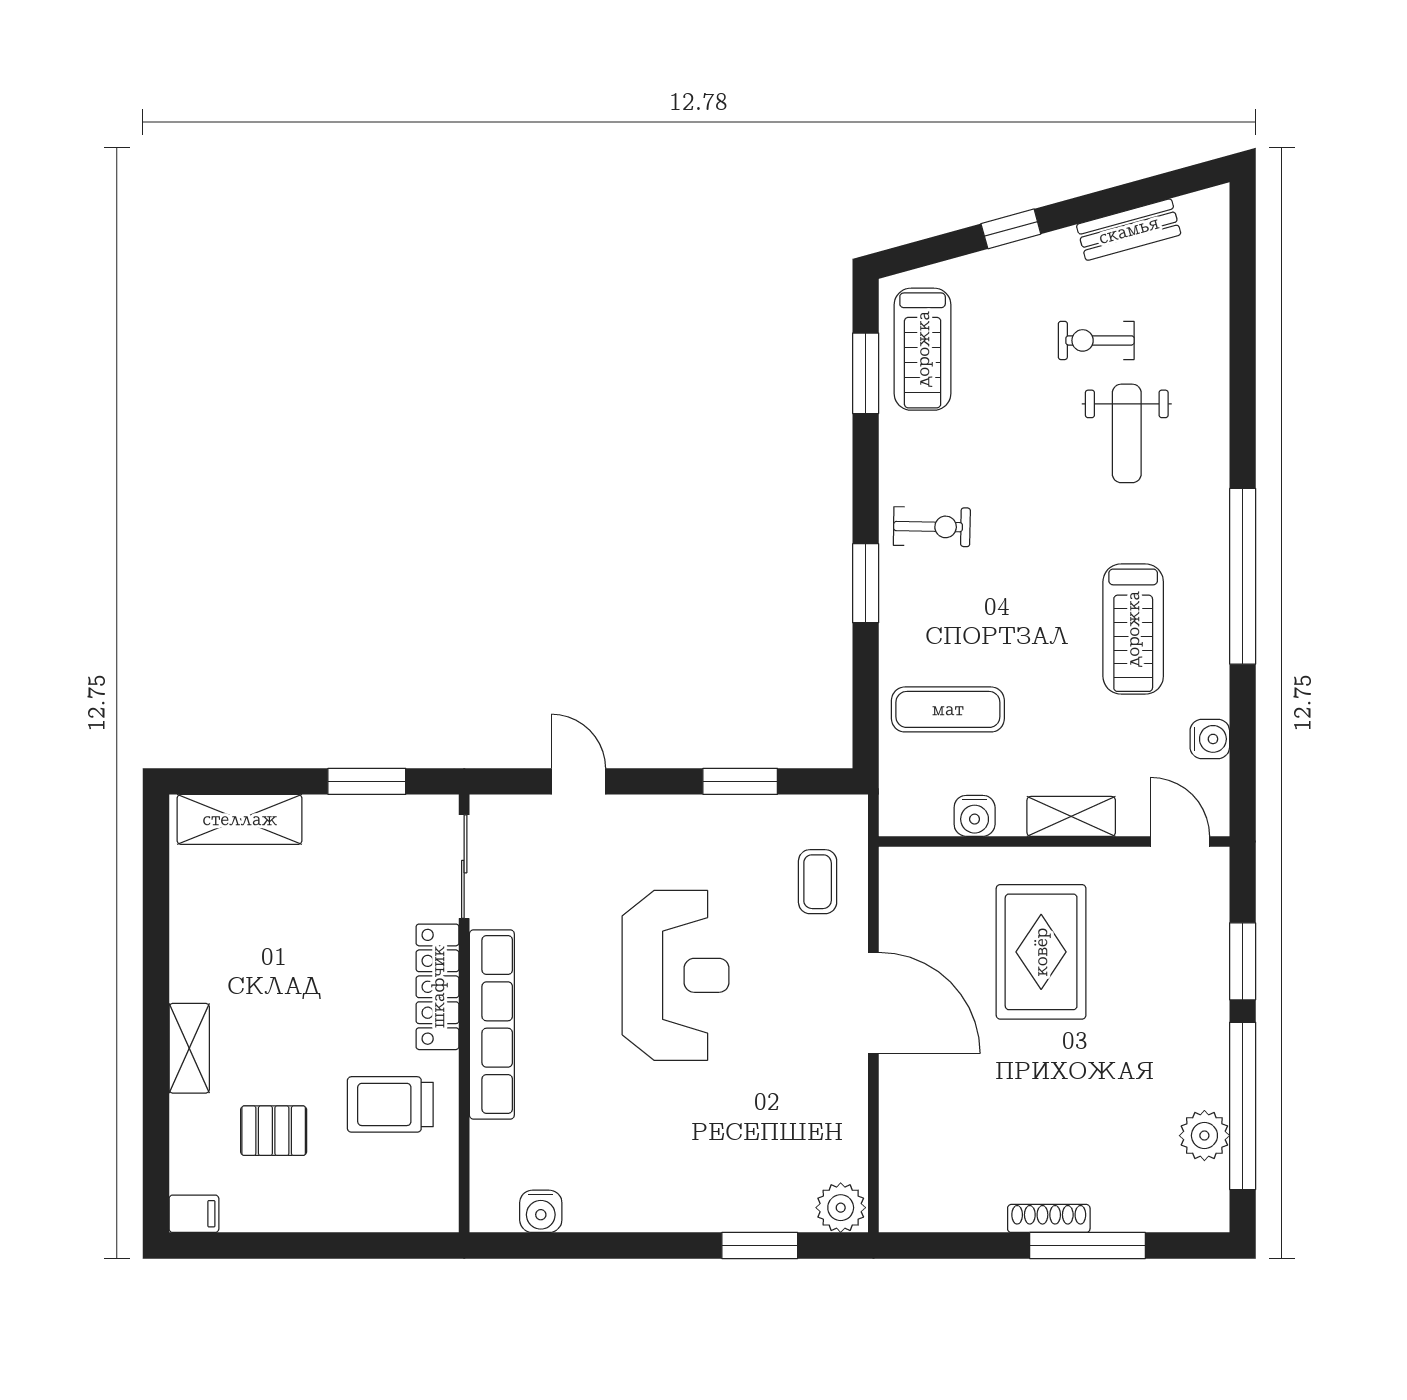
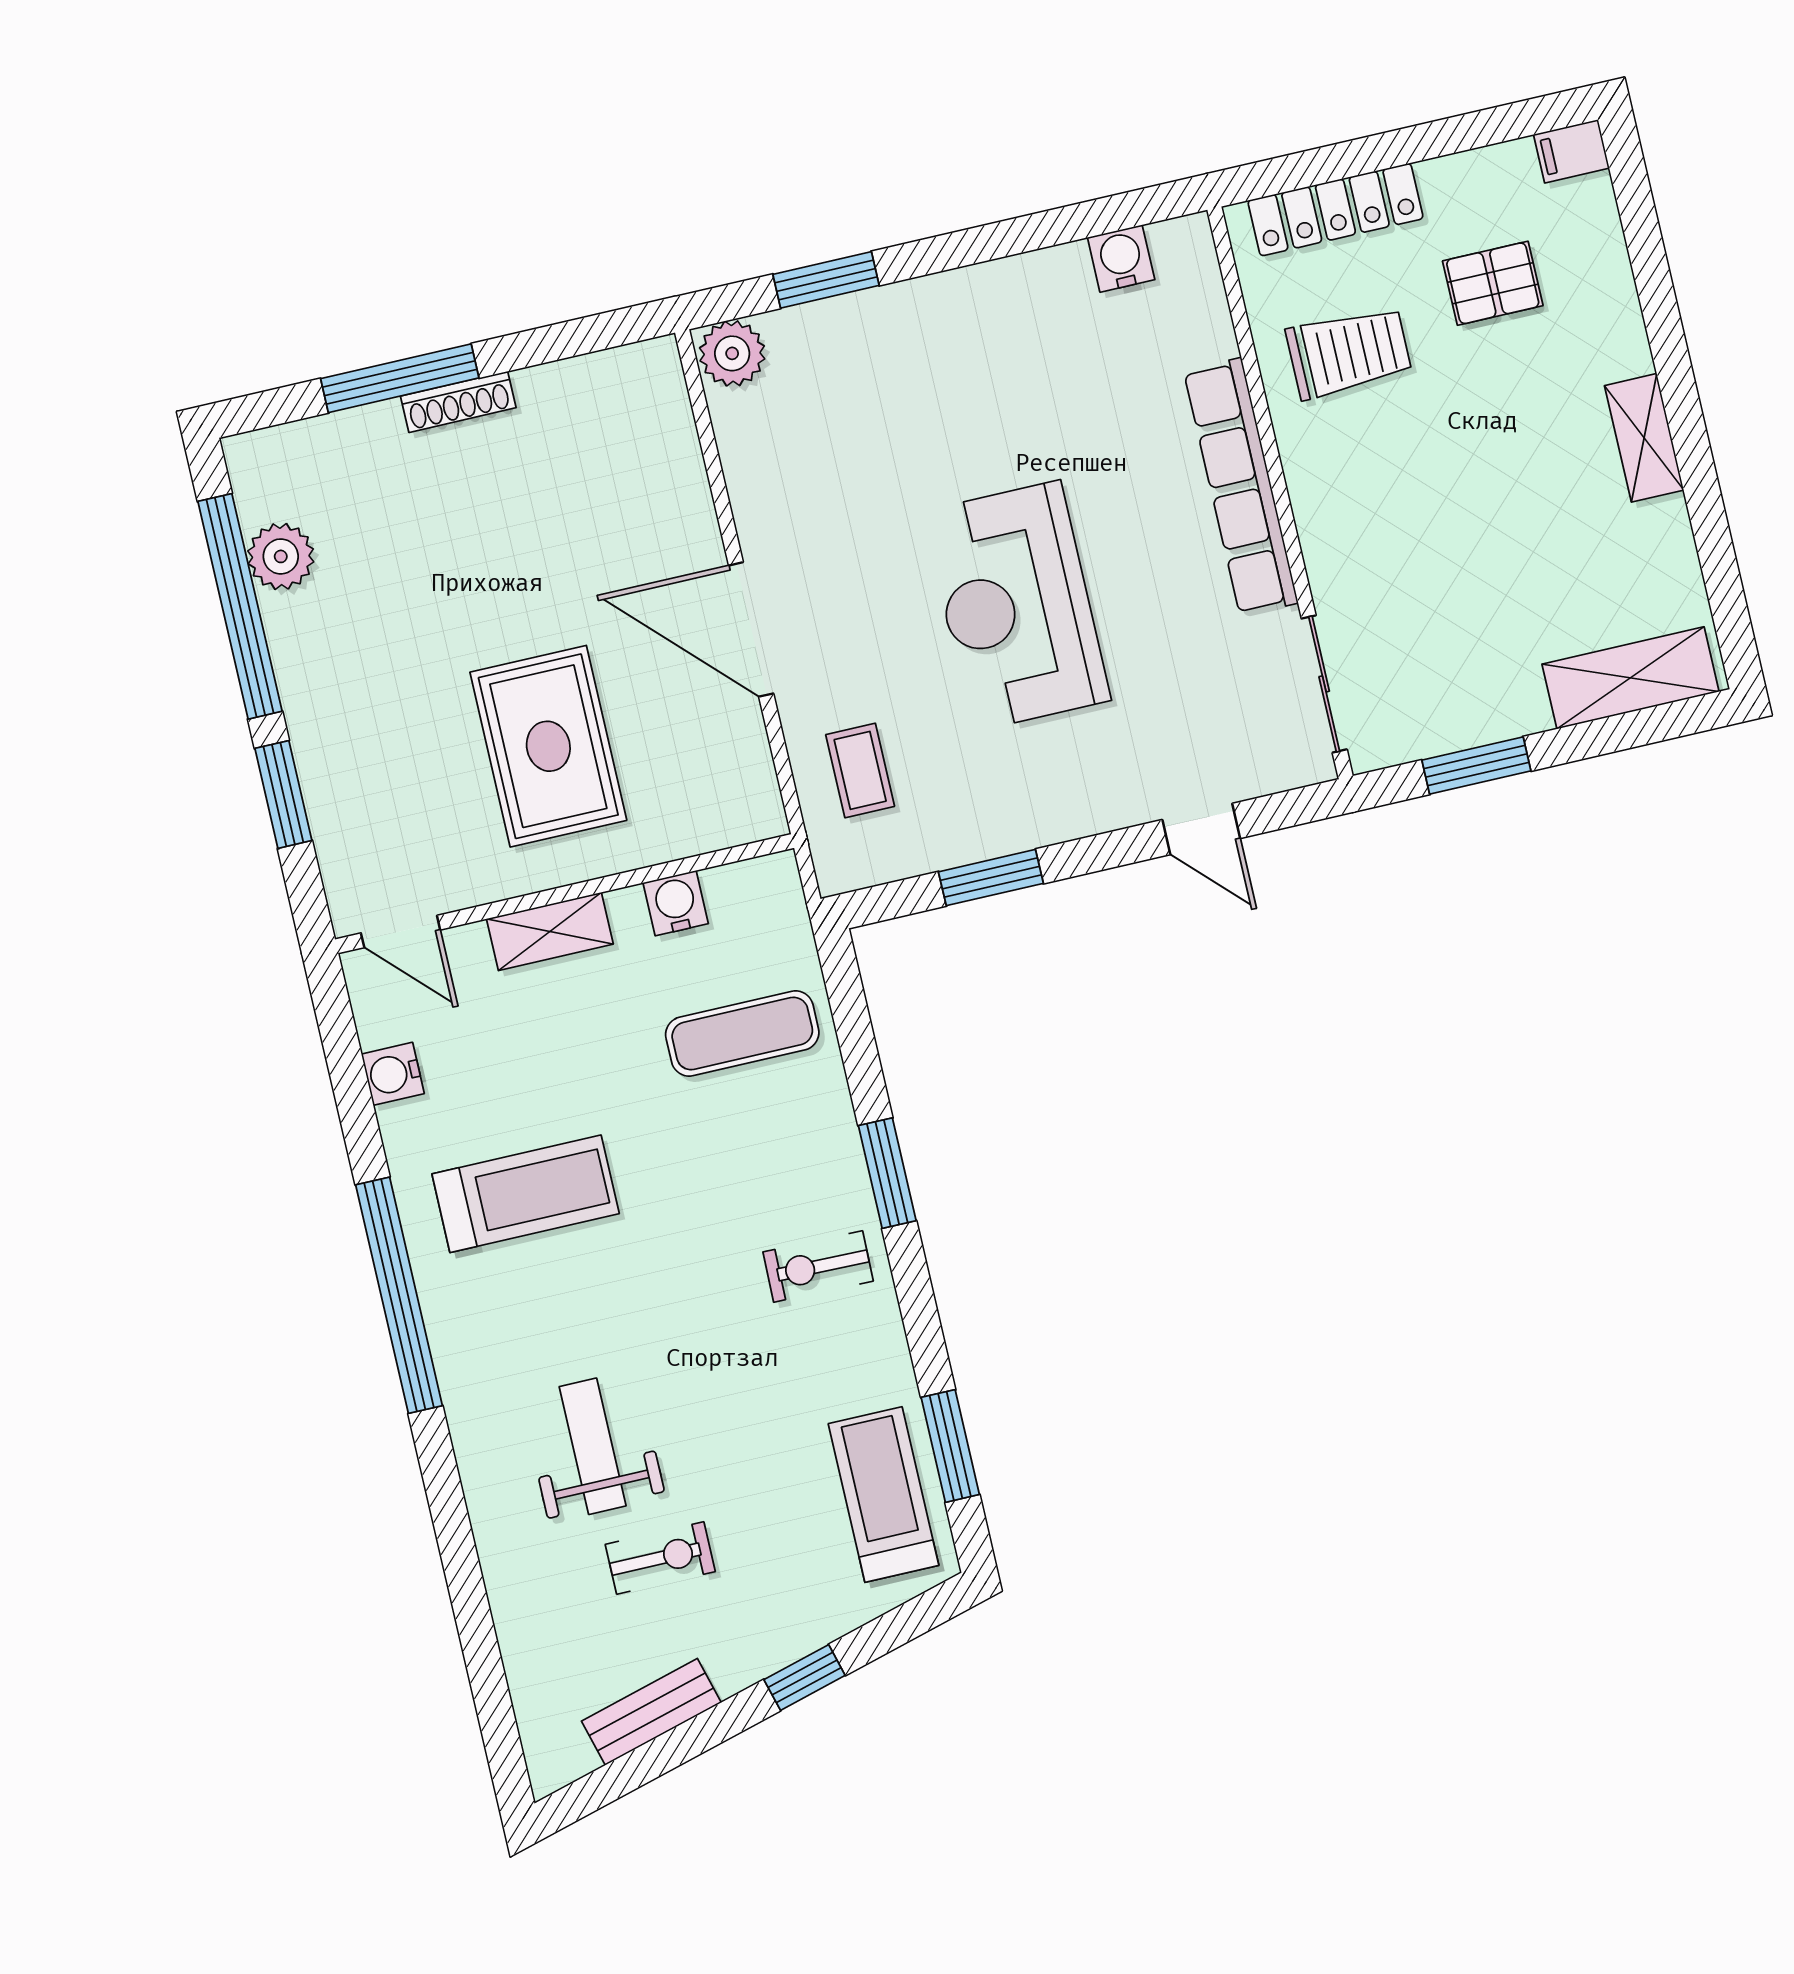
treadmill: (1133, 629) -> (526, 1194), turned 90
locker: (438, 987) -> (1335, 210), moved, turned 90
shelving: (189, 1048) -> (1644, 438), moved

